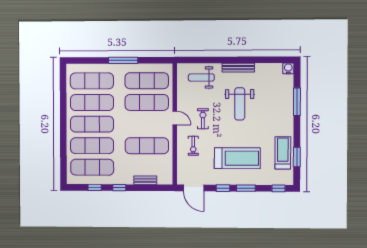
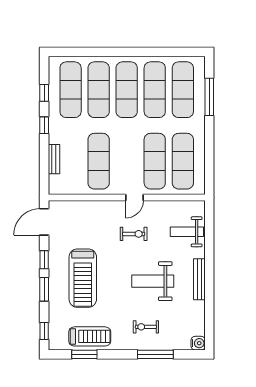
window: (123, 60) -> (209, 97), moved
weight bench: (201, 77) -> (187, 232), turned -90
exercise bike: (193, 146) -> (146, 327), moved

